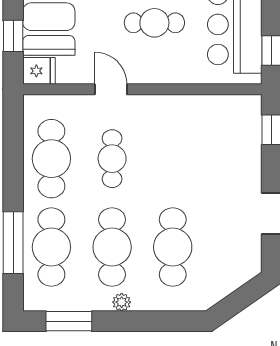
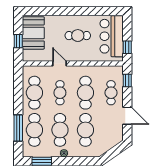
fridge: (39, 71) -> (29, 56), removed
cafe table: (173, 159) -> (85, 93), added
cafe table: (233, 159) -> (111, 93), added

